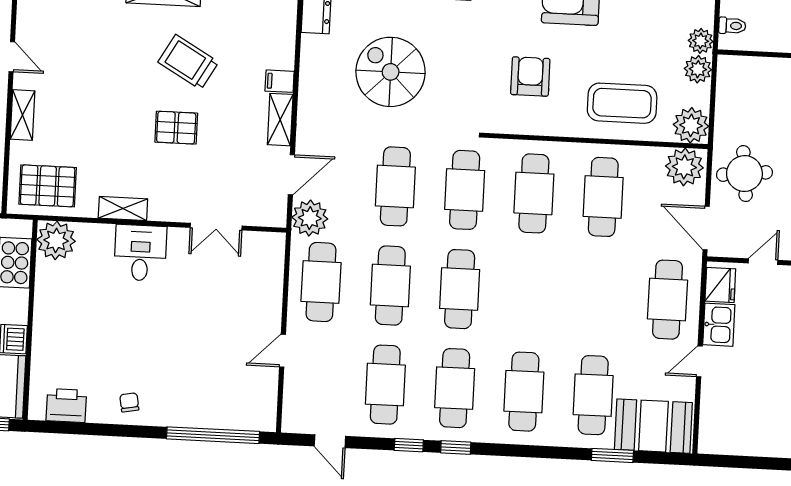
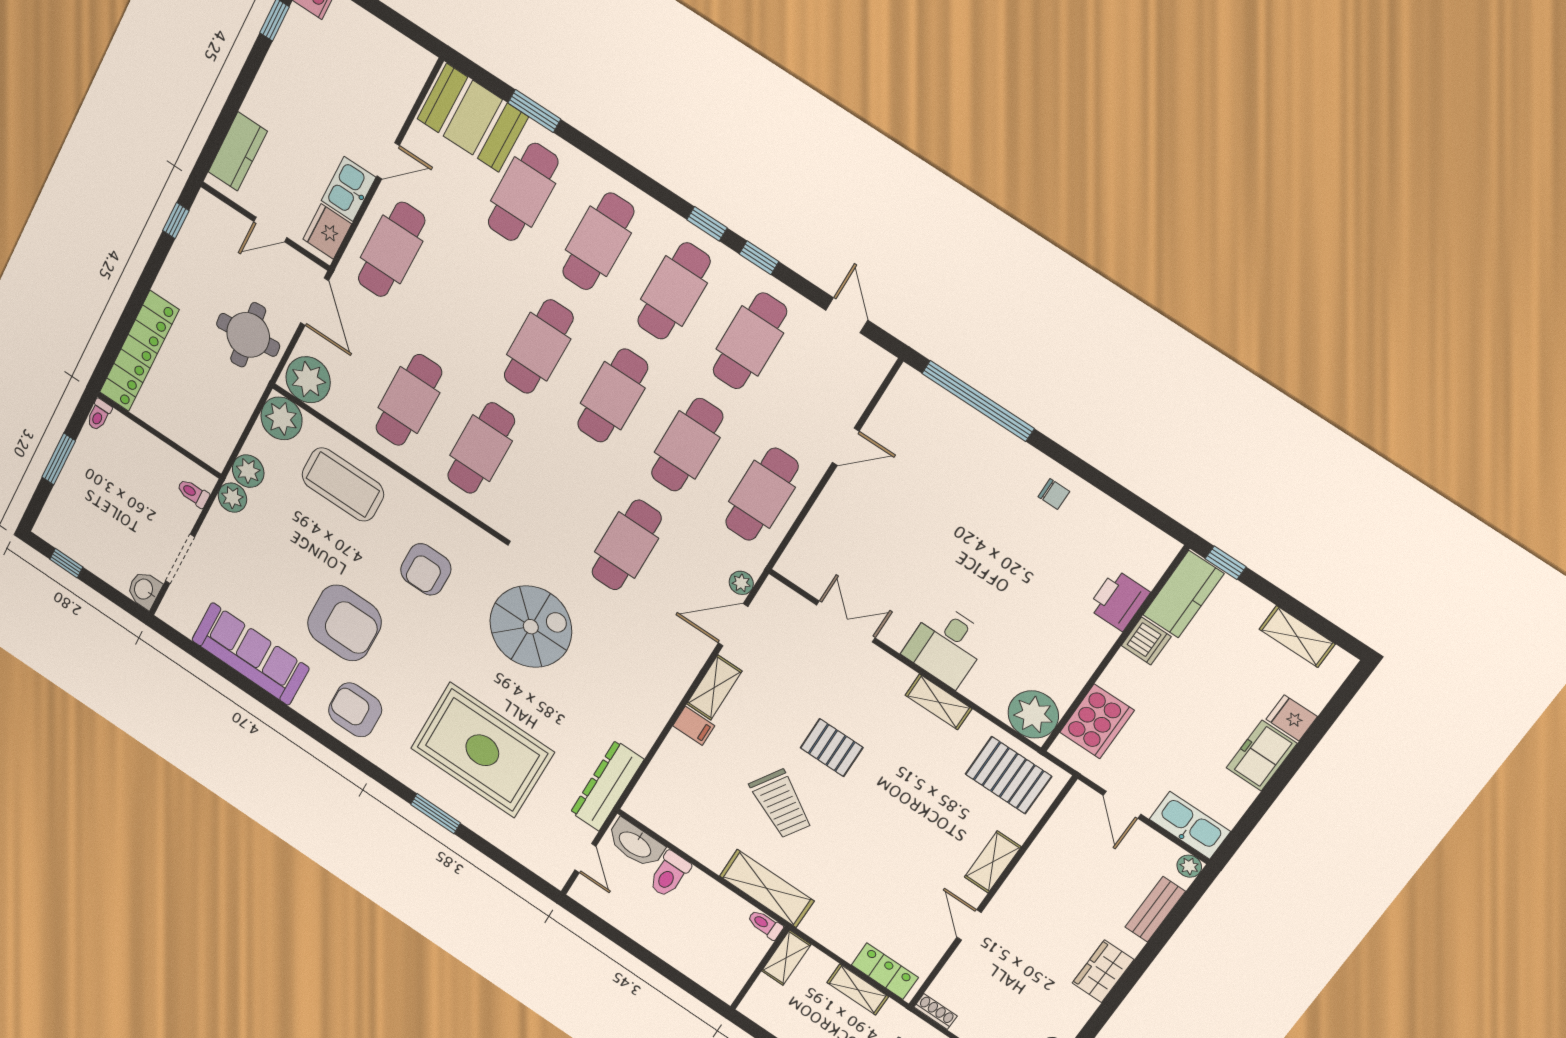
spiral stairs: (391, 72) -> (531, 627), moved, turned -90
cafe table: (465, 190) -> (539, 347), moved
plant: (310, 218) -> (741, 583), width x0.53, depth x0.53
chair: (129, 402) -> (1054, 494), turned -80
printer: (66, 406) -> (1119, 600), moved, turned 90

